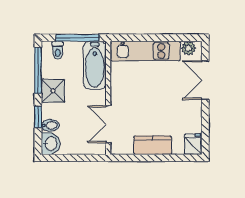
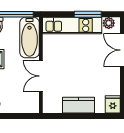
window: (164, 38) -> (88, 14), added
double door: (108, 124) -> (41, 76), moved

